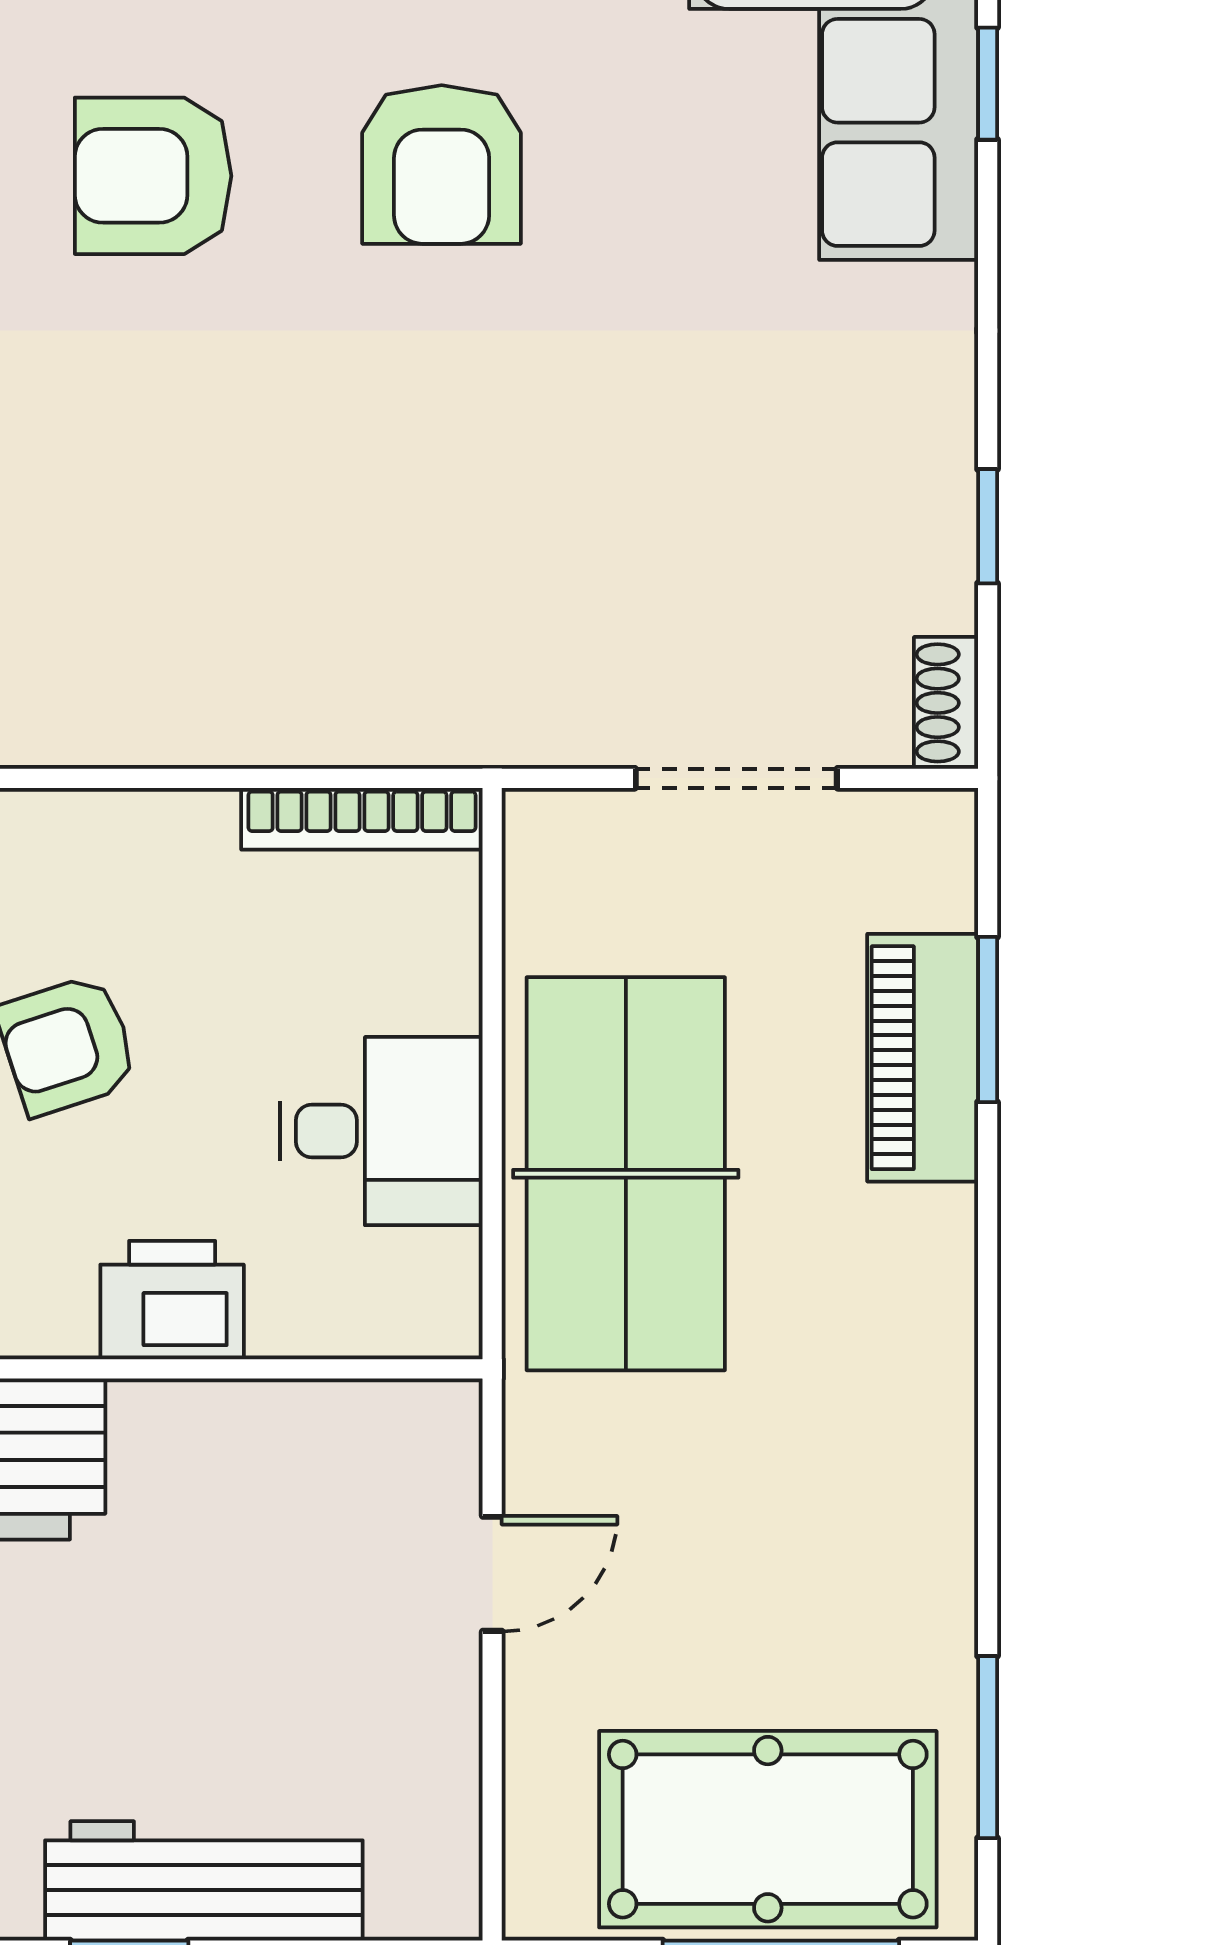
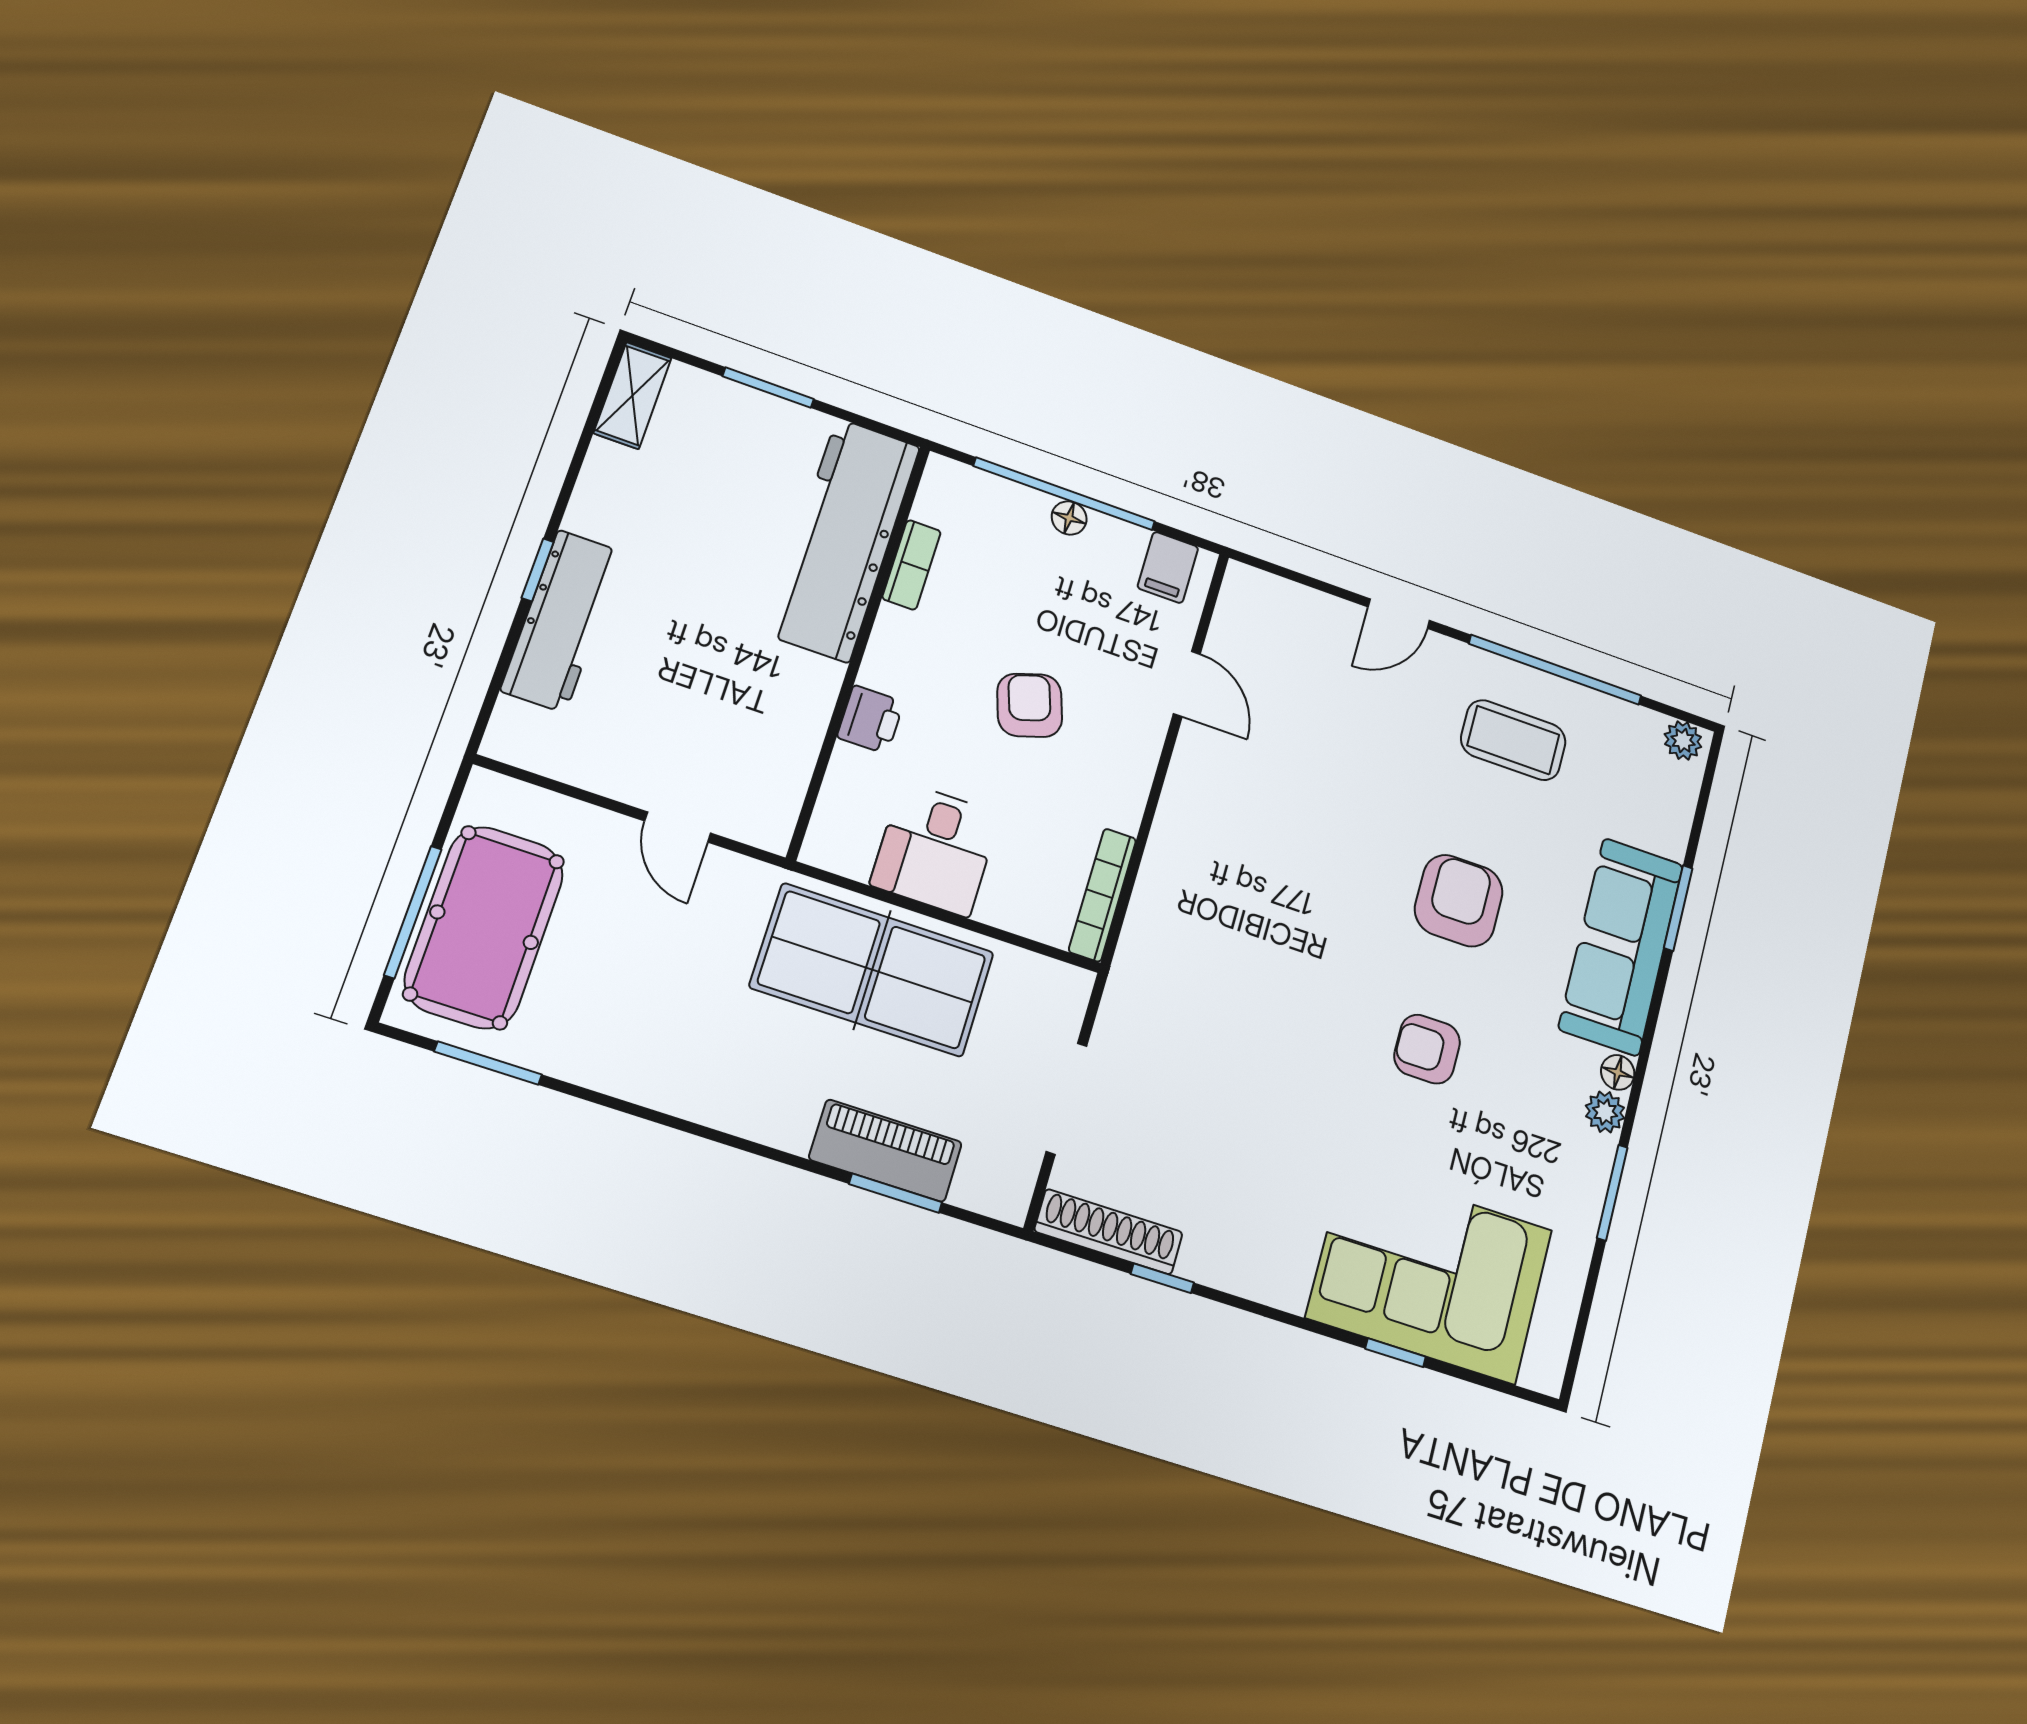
armchair: (442, 164) -> (1427, 1049), width x0.72, depth x0.72
shoe rack: (946, 703) -> (1109, 1232), width x1.94, depth x1.24
printer: (172, 1300) -> (870, 720), width x0.73, depth x0.81

